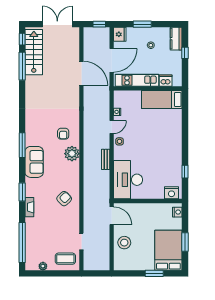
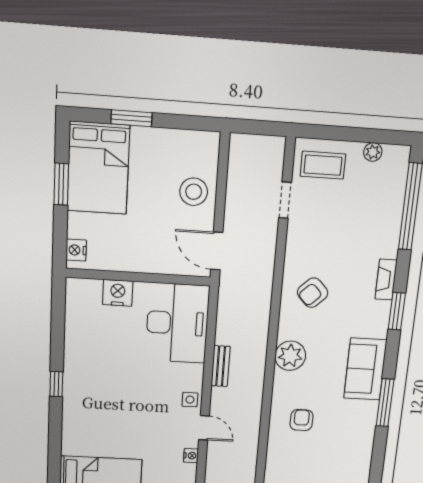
door: (112, 127) -> (204, 428), swing flipped
plant: (72, 154) -> (290, 356), moved
window: (185, 172) -> (56, 384), moved
nightstand: (172, 193) -> (118, 293), moved

